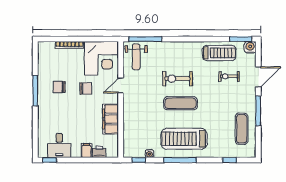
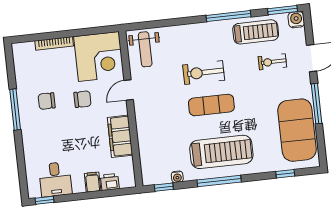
window: (145, 39) -> (229, 16), moved
exercise mat: (242, 129) -> (297, 130), width x2.00, depth x1.45
treadmill: (184, 139) -> (221, 152), turned 180

